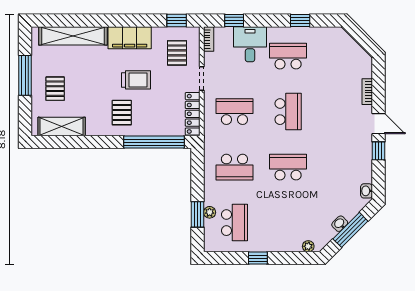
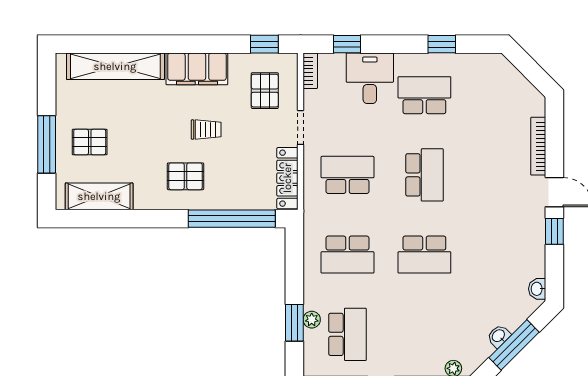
window: (25, 75) -> (47, 144), moved
trolley: (136, 80) -> (206, 129), width x0.73, depth x0.72
pallet: (55, 89) -> (90, 142), turned 90
bookcase: (367, 92) -> (538, 146), width x1.56
pallet: (122, 113) -> (186, 176), turned 90
school desk: (288, 167) -> (424, 255), turned 180

